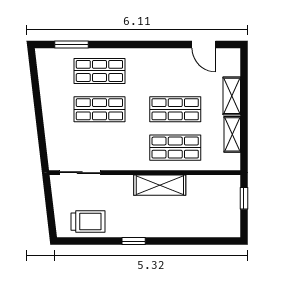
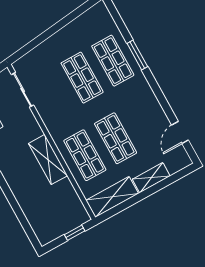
window: (72, 44) -> (137, 55), moved
shelving: (232, 134) -> (112, 197), width x1.50, depth x1.33

